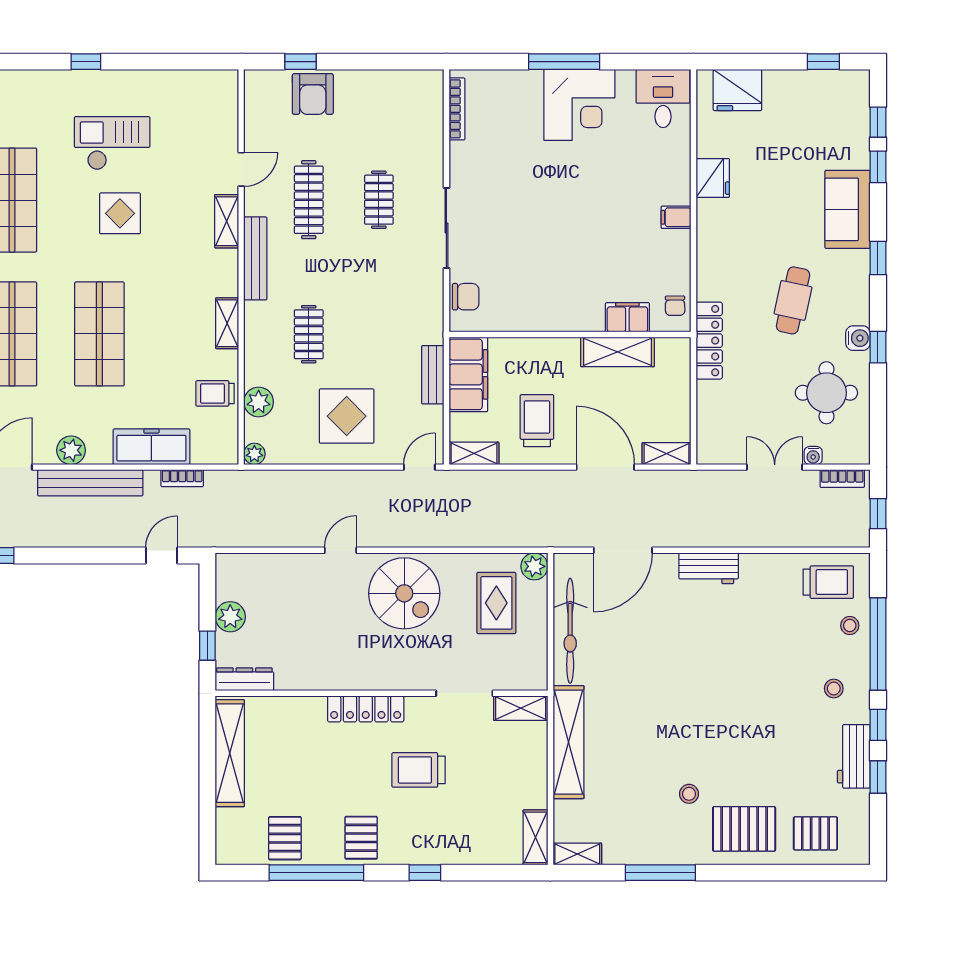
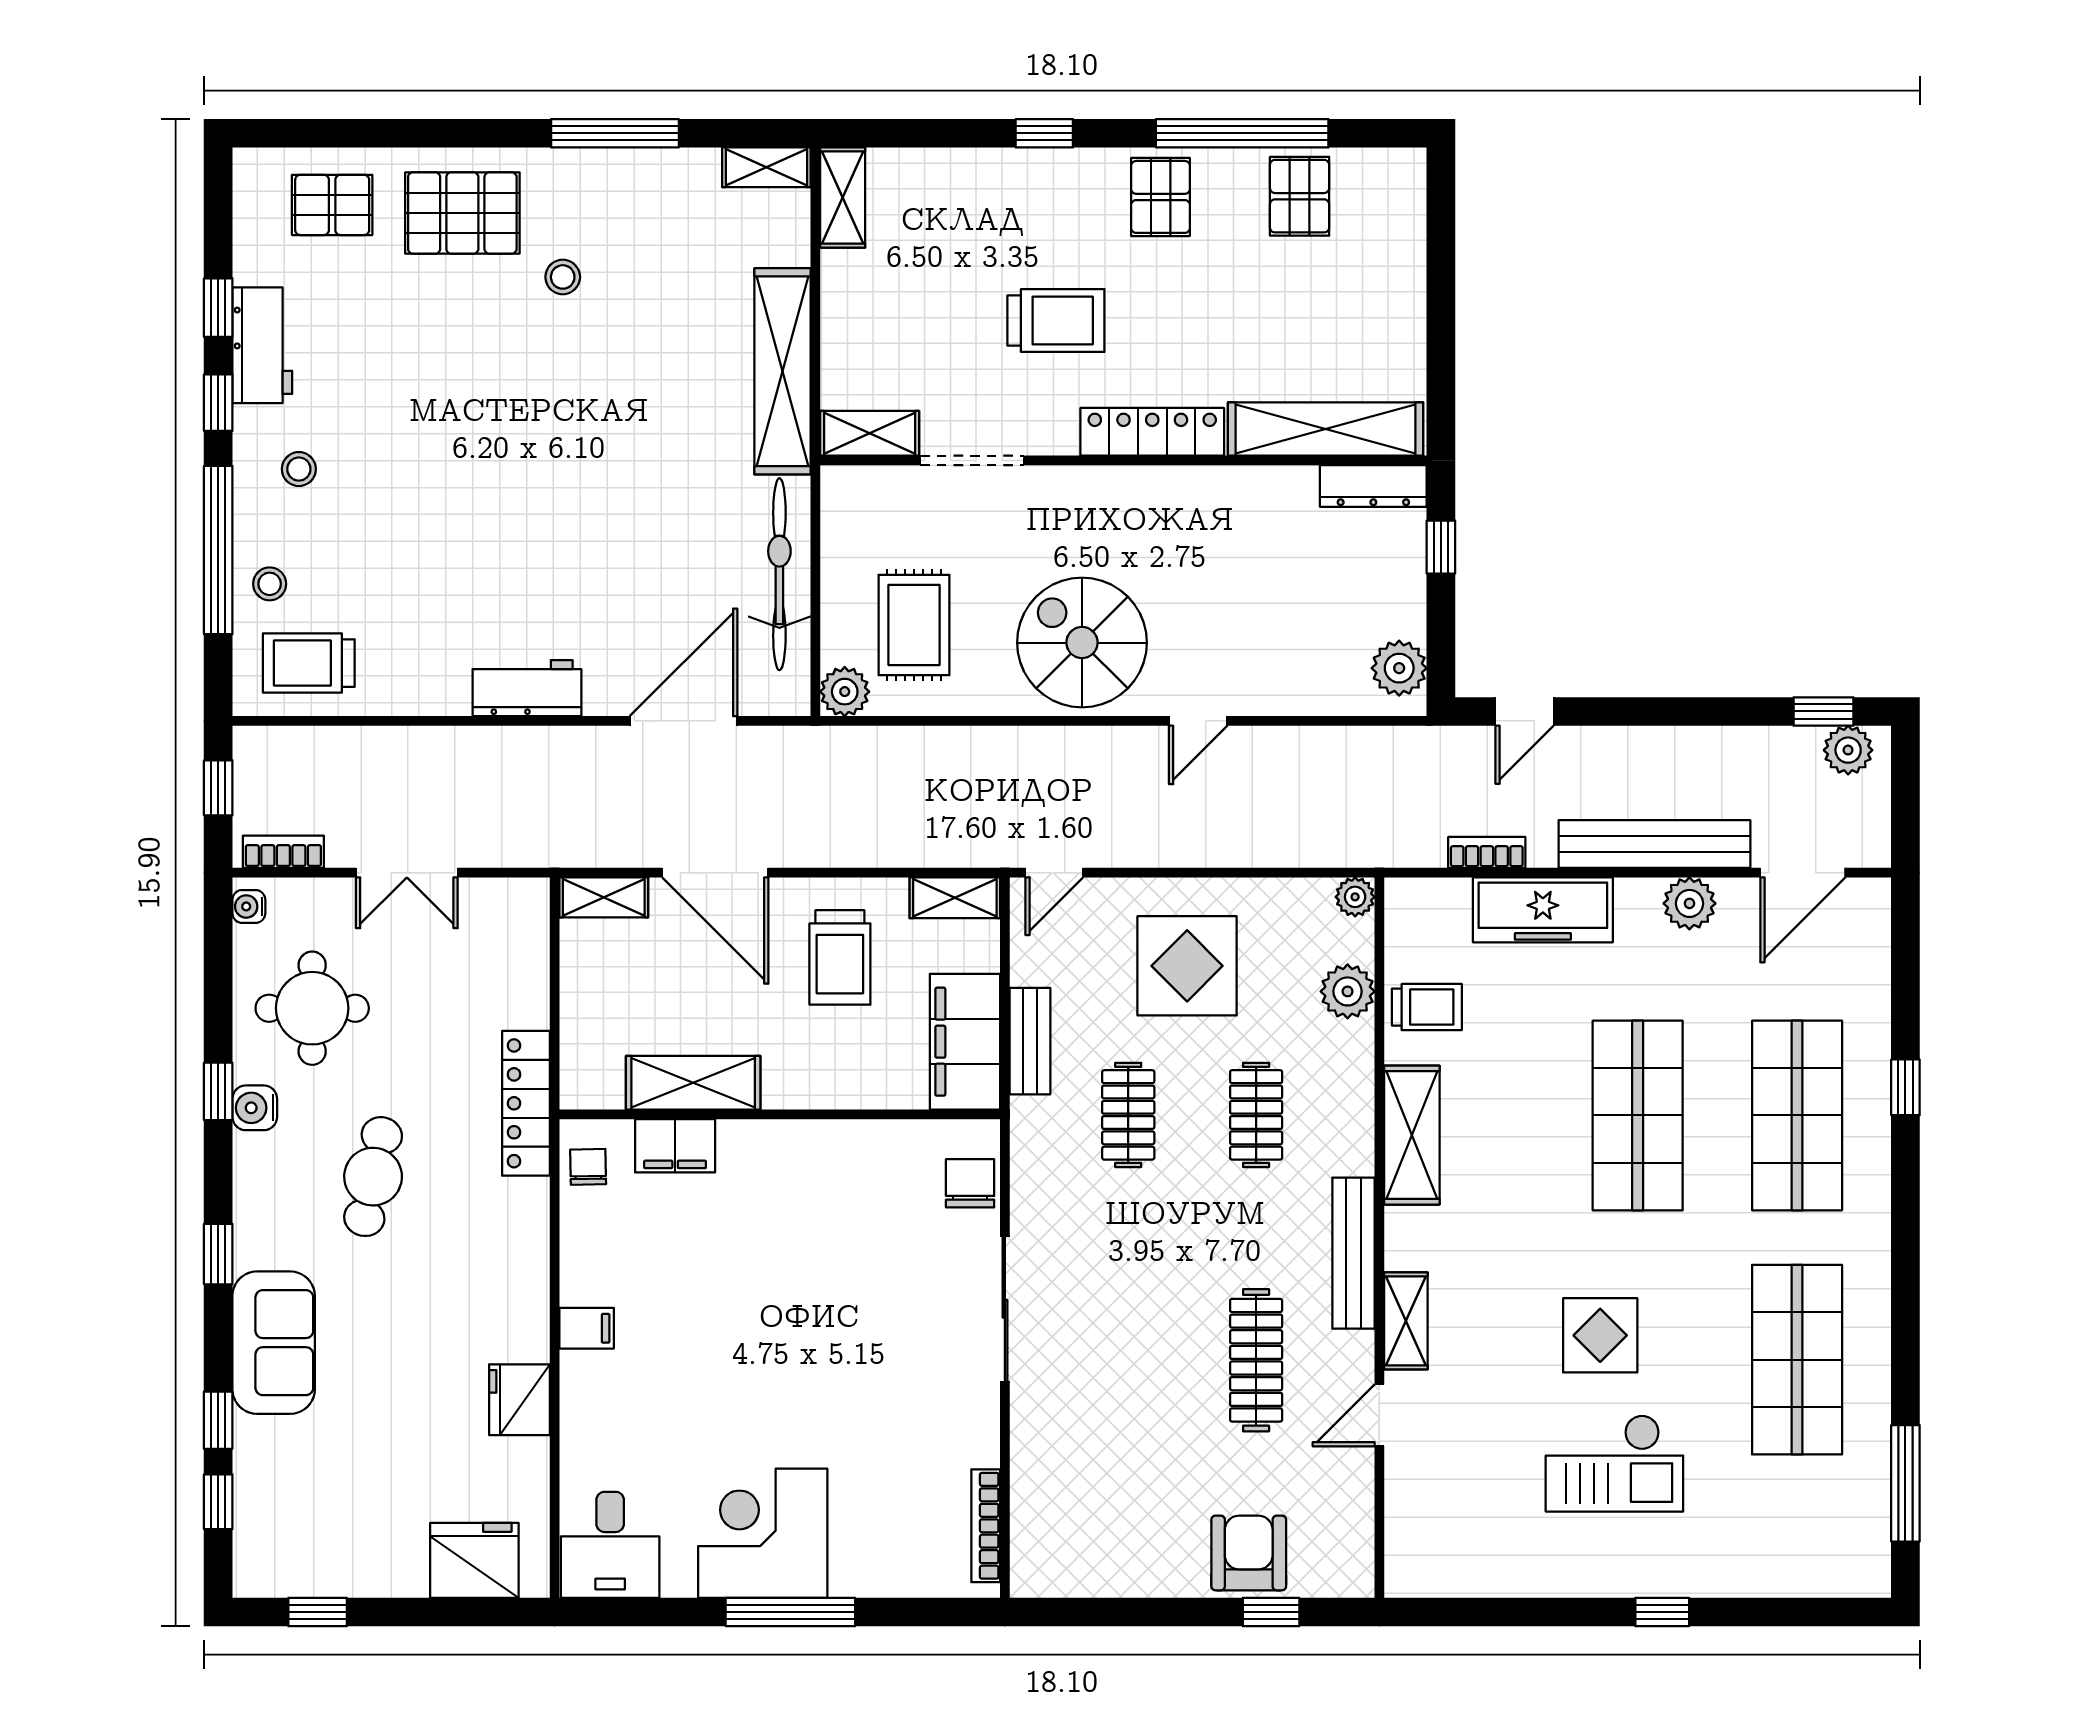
clothes rail: (379, 200) -> (1128, 1115), moved
chair: (466, 297) -> (970, 1183), turned 90
shelving: (227, 323) -> (1412, 1135), width x1.50, depth x1.33
water cooler: (813, 456) -> (249, 906), moved, turned -90
plant: (230, 617) -> (1399, 668), moved
shelving: (230, 753) -> (1326, 429), moved, turned 90

